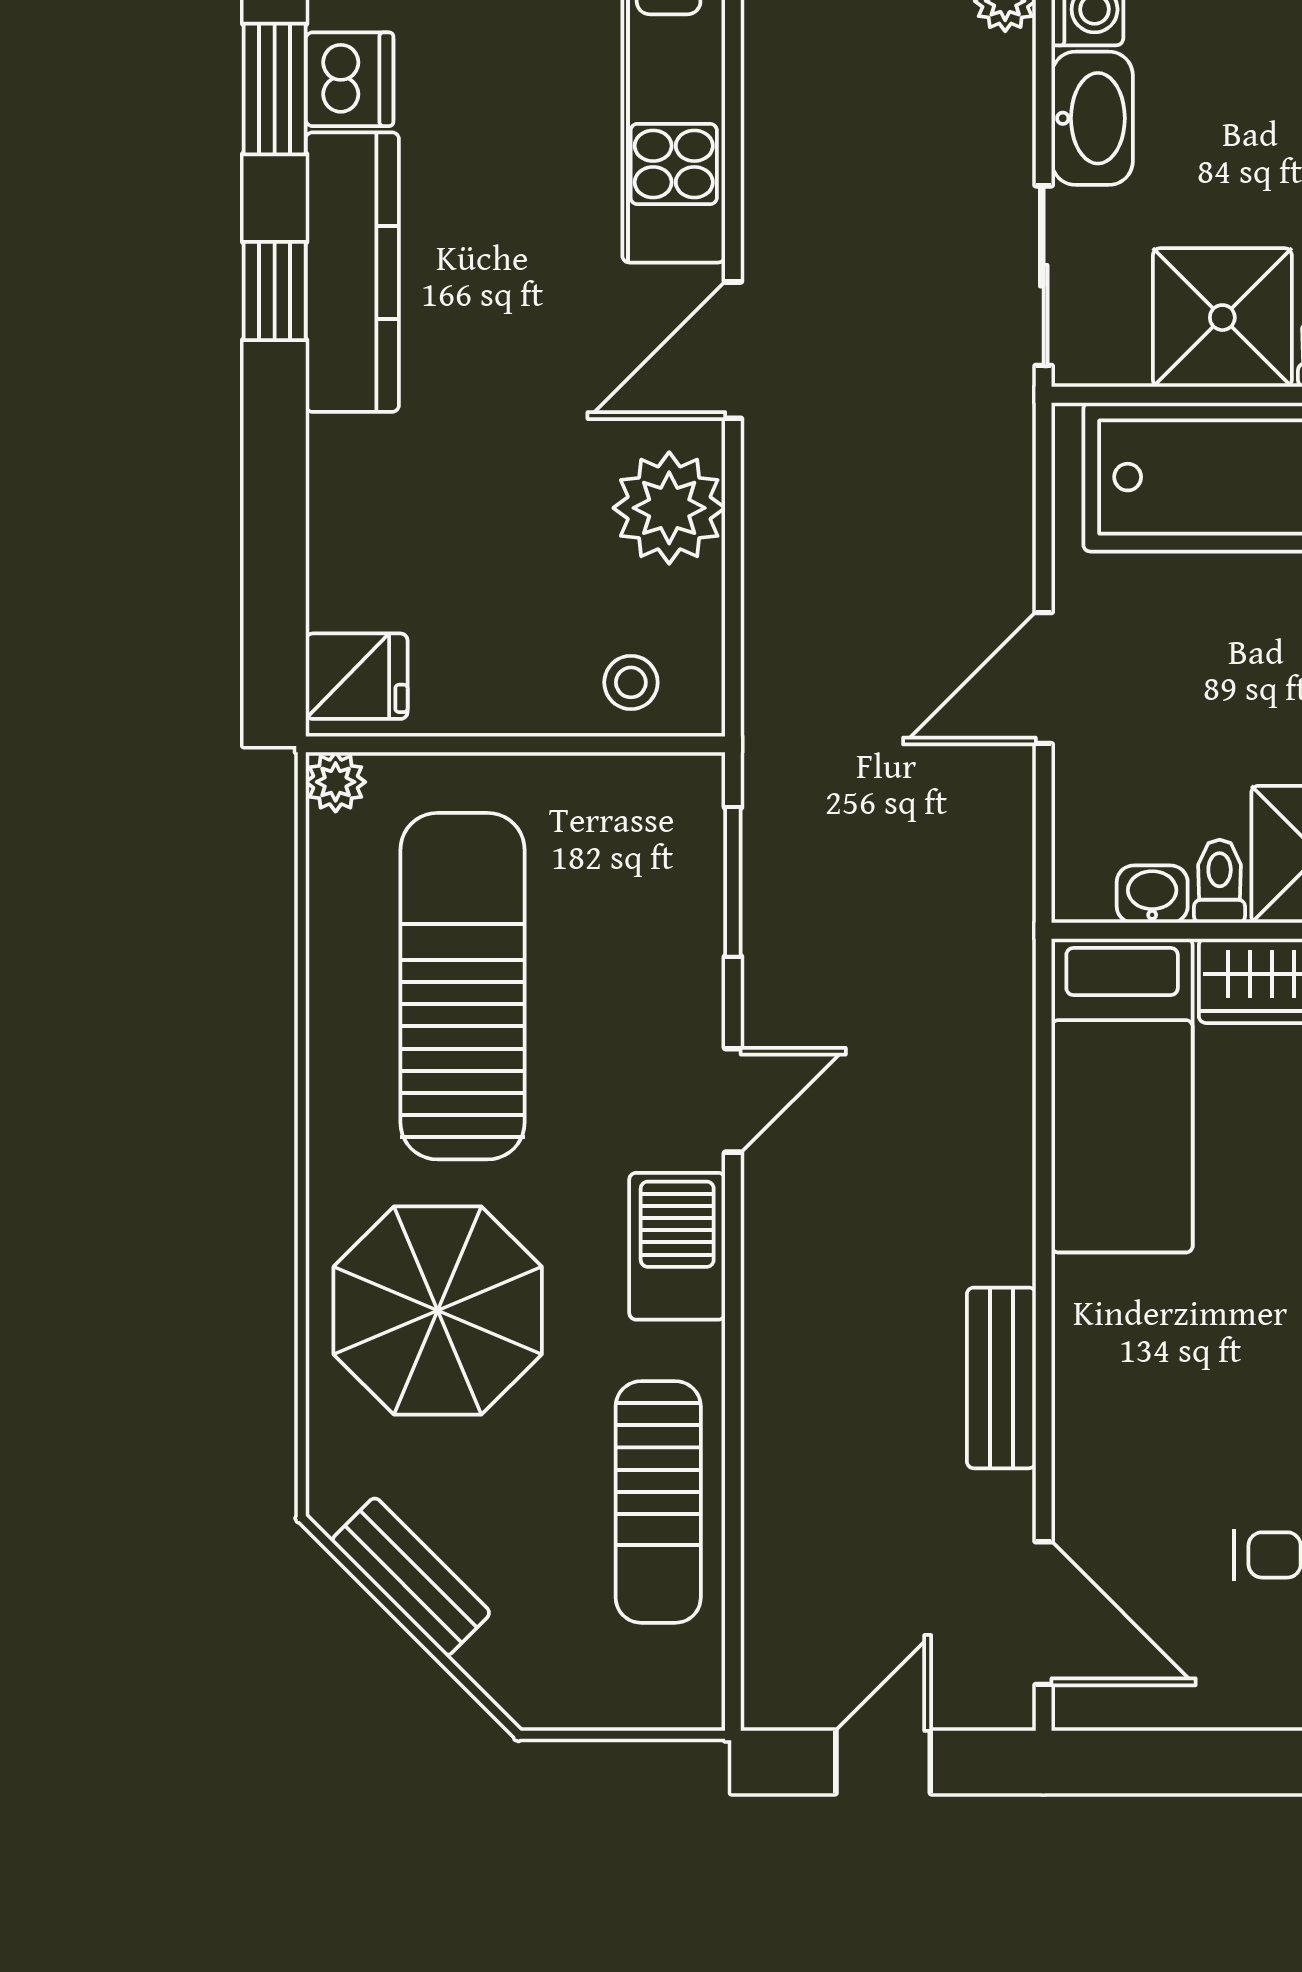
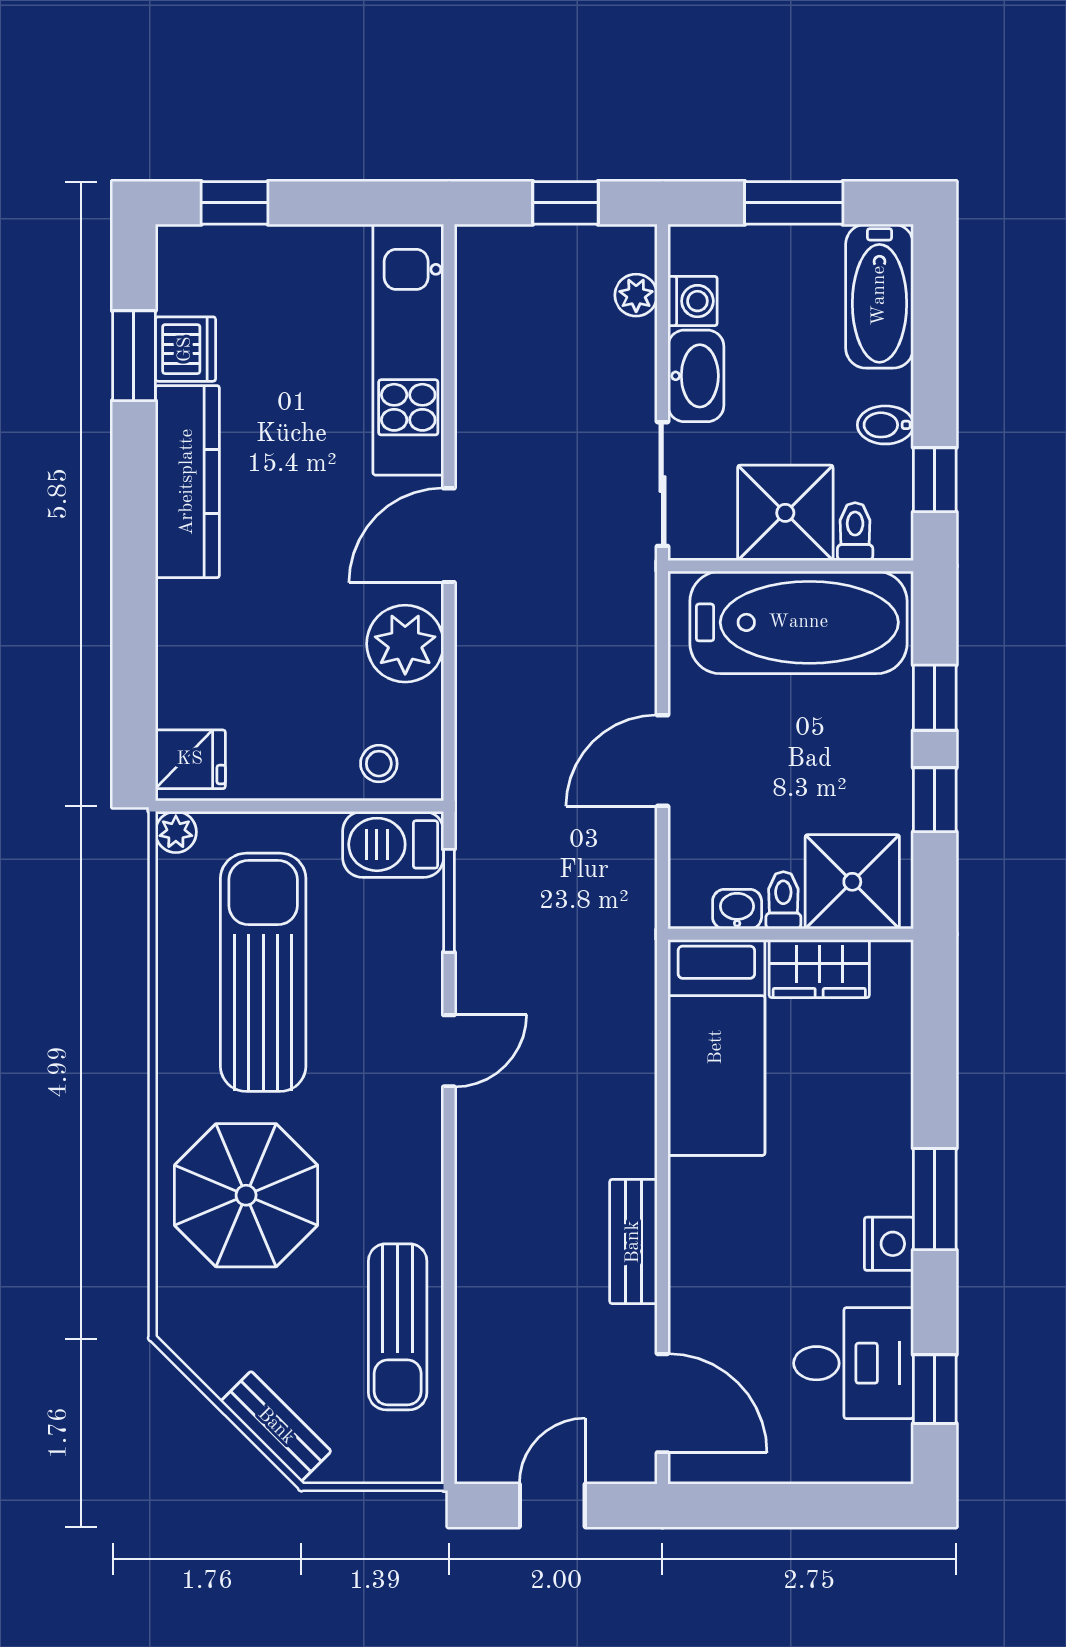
window: (275, 291) -> (134, 495), removed
barbecue: (677, 1246) -> (393, 844), moved, turned -90
bench: (411, 1577) -> (276, 1426), moved

